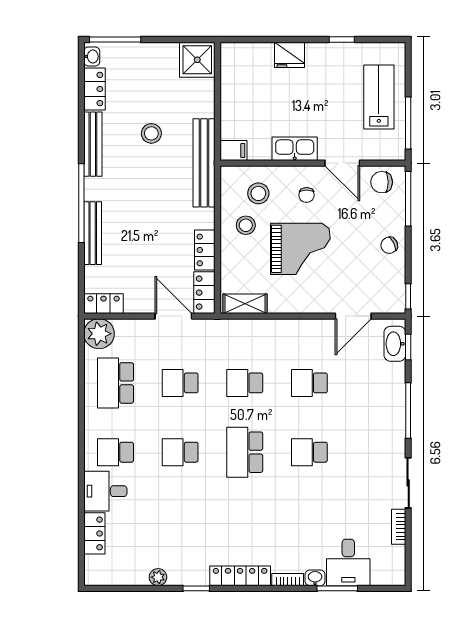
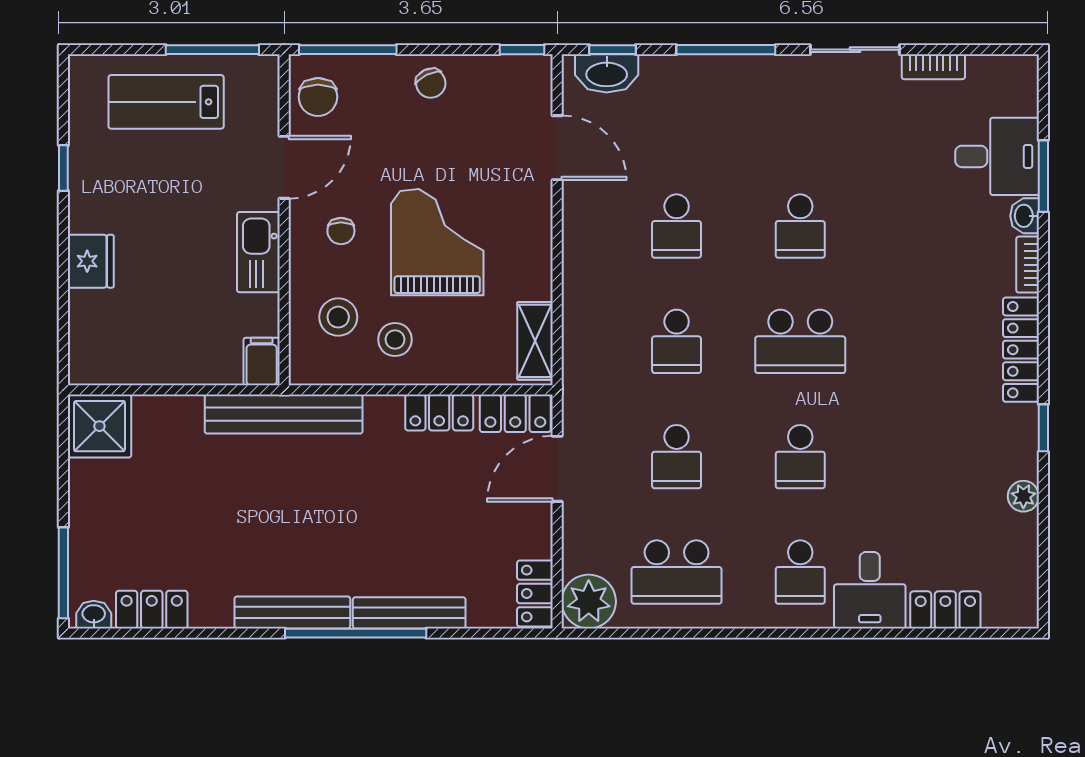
stool: (151, 133) -> (231, 508), removed
bench: (93, 144) -> (292, 612), moved
chair: (307, 195) -> (341, 231), turned 90

